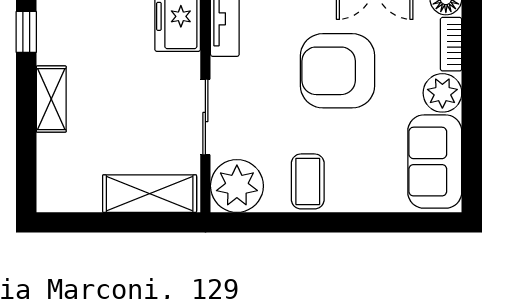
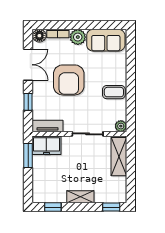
window: (26, 175) -> (111, 207), added
plant: (237, 186) -> (121, 126), width x0.53, depth x0.53

